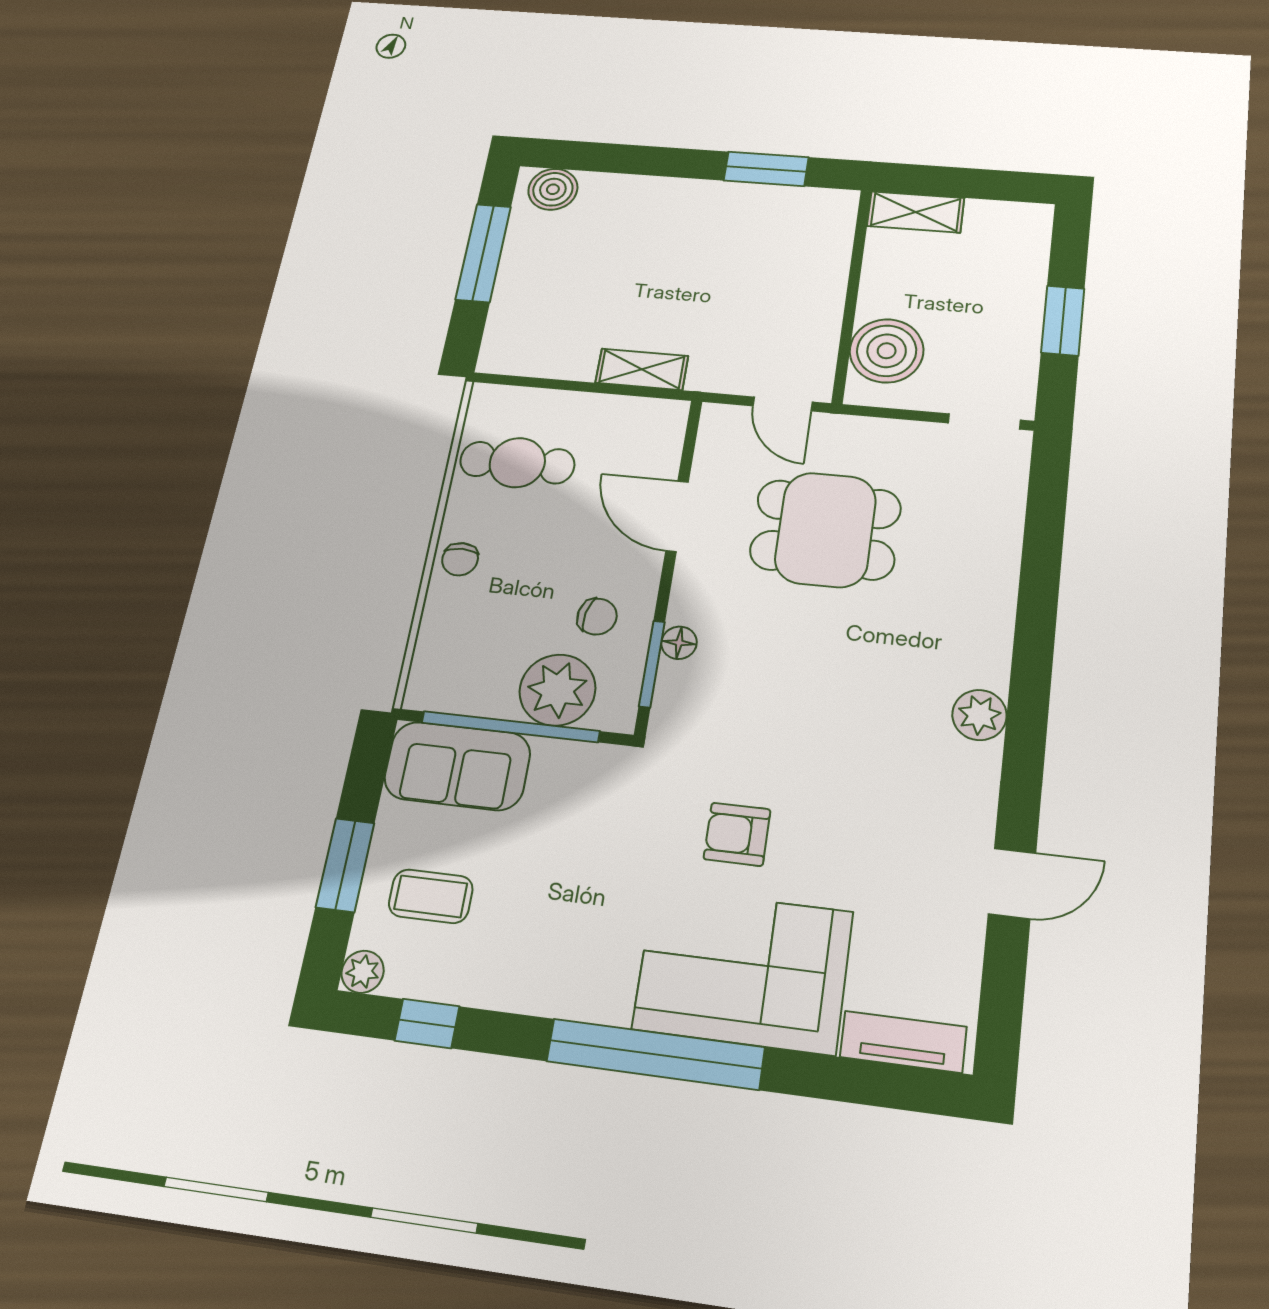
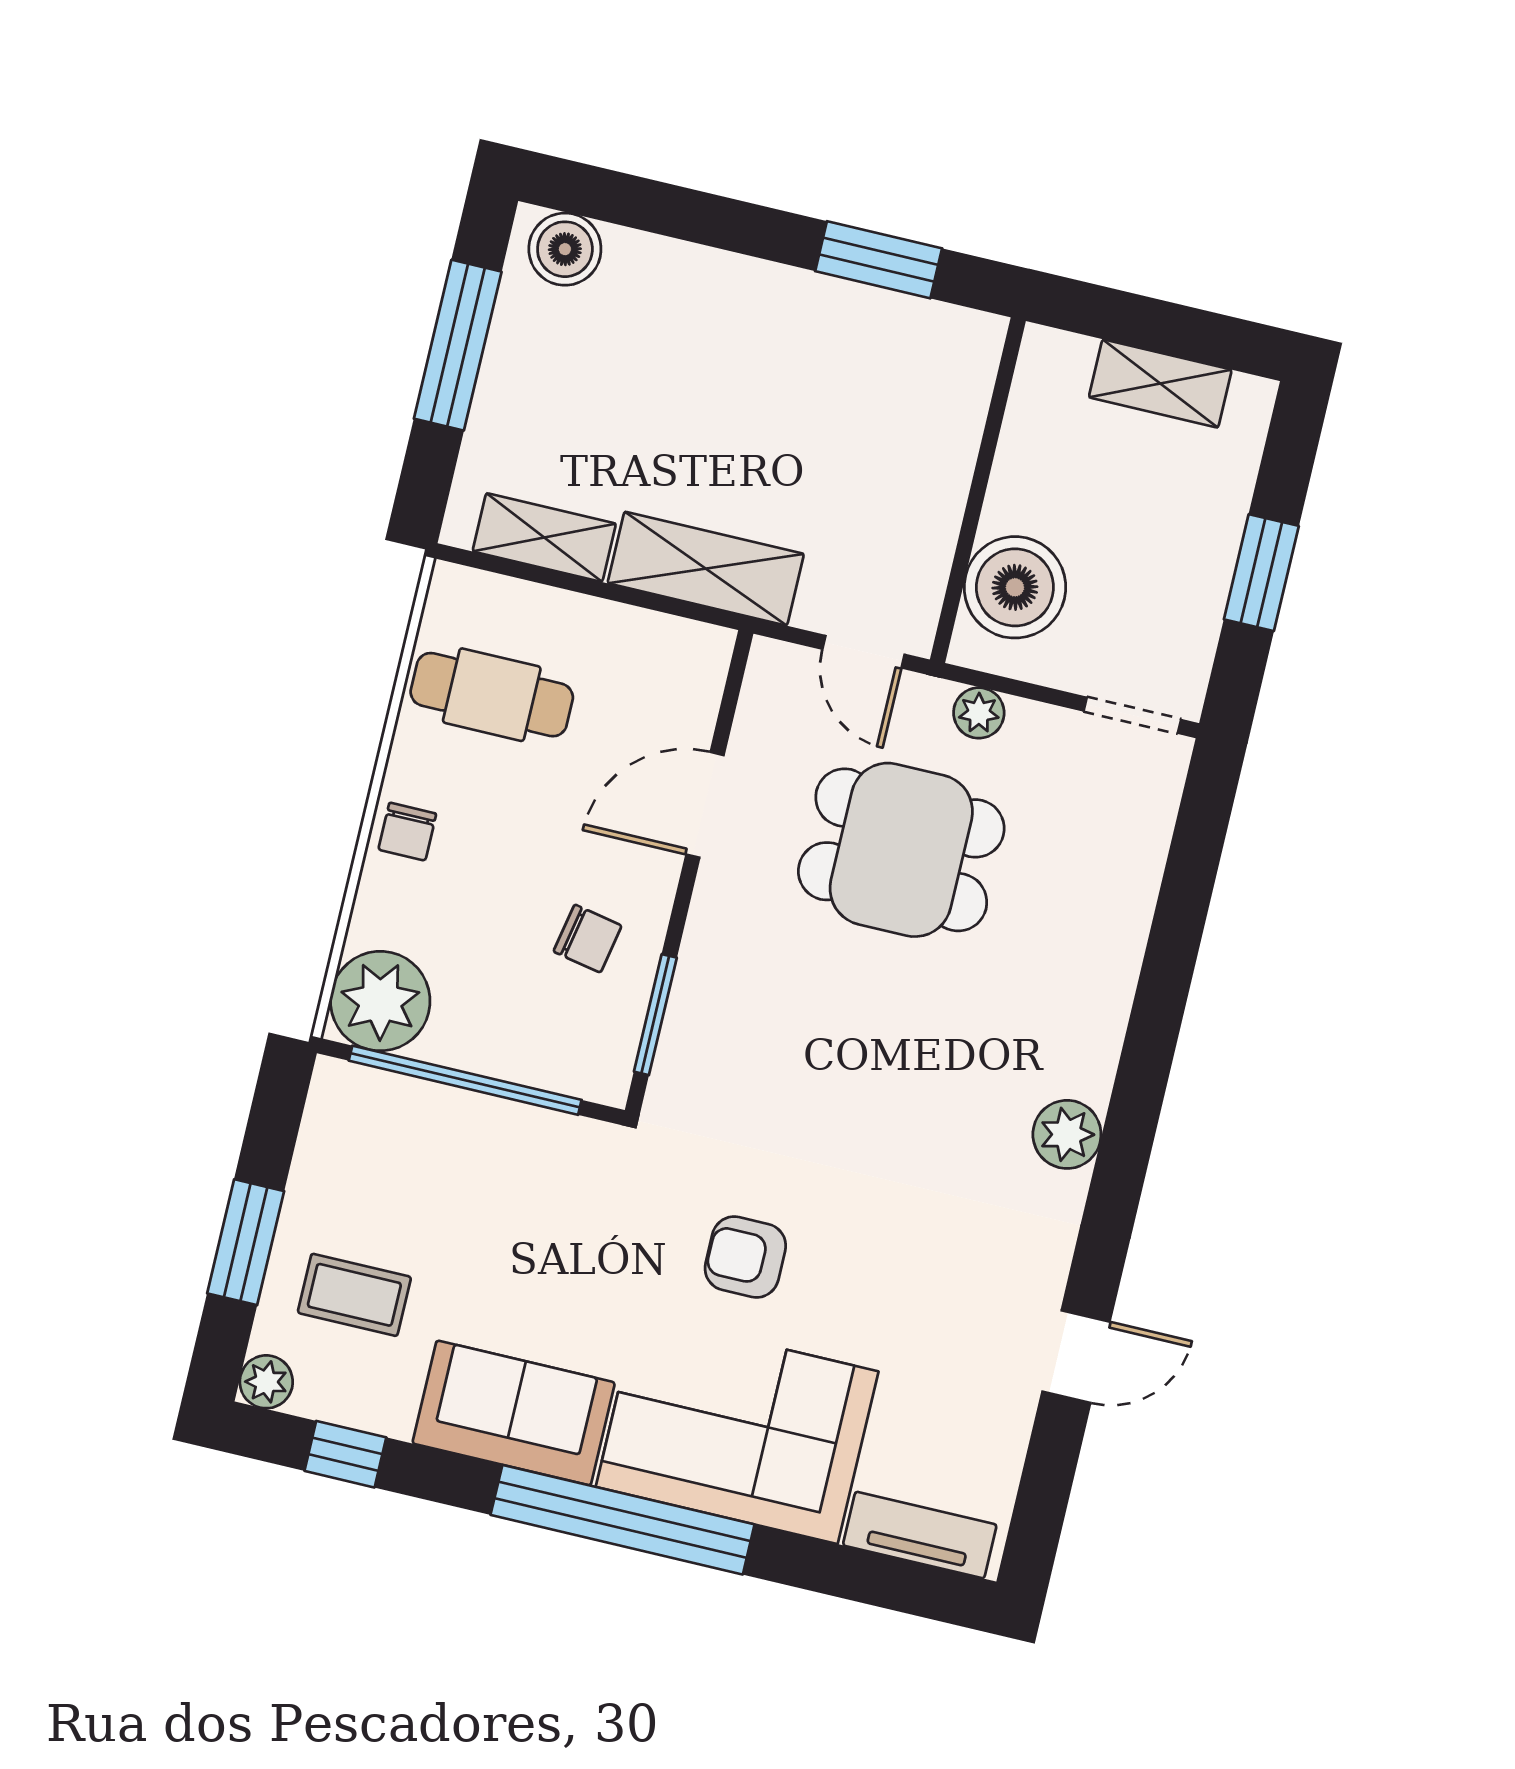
shelving: (916, 212) -> (1160, 383), moved
shelving: (549, 360) -> (544, 537), added
shelving: (642, 369) -> (706, 569), width x1.50, depth x1.33
plant: (871, 433) -> (979, 713), added
door: (677, 516) -> (705, 805), hinge flipped
floor lamp: (679, 643) -> (693, 989), removed
plant: (557, 690) -> (380, 1001), moved
sofa: (457, 766) -> (514, 1413), moved, turned 180

